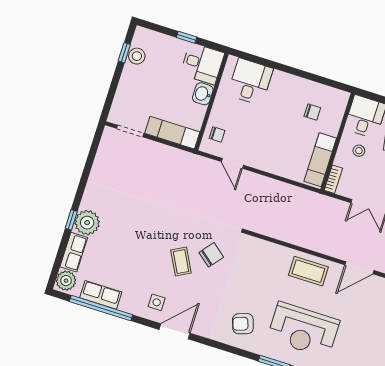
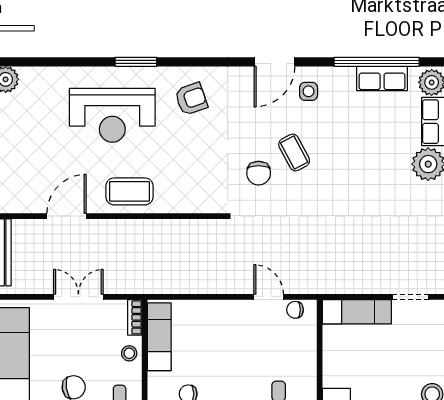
washbasin: (203, 94) -> (334, 373), removed
chair: (217, 134) -> (295, 310), moved
stool: (359, 151) -> (129, 353), moved
chair: (211, 255) -> (259, 173), turned -39
reception desk: (303, 330) -> (112, 115), turned 180

